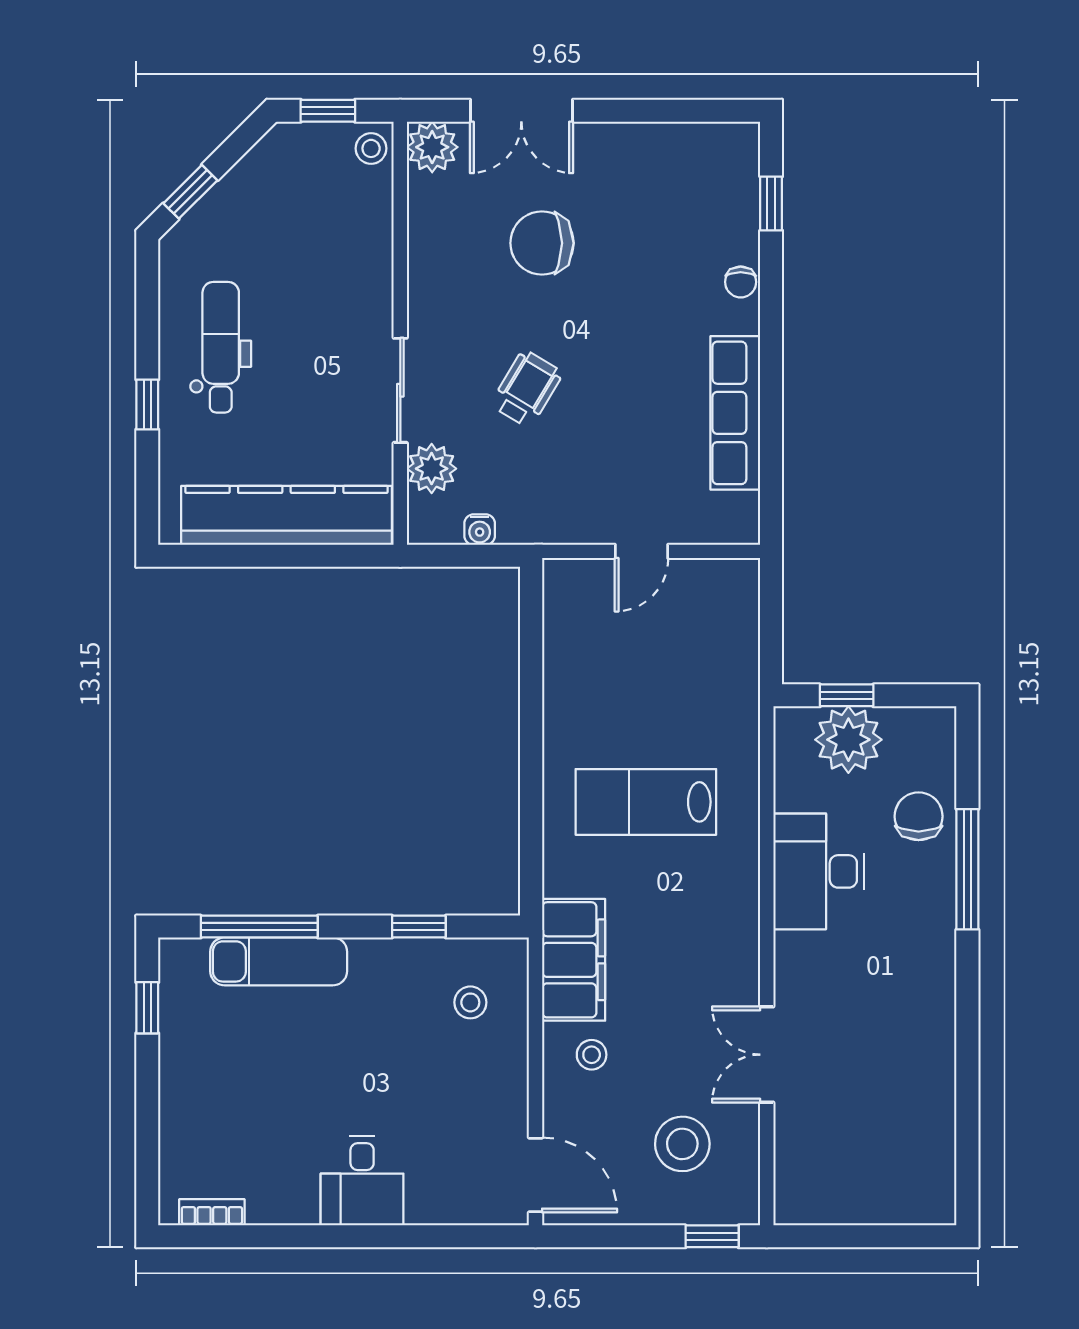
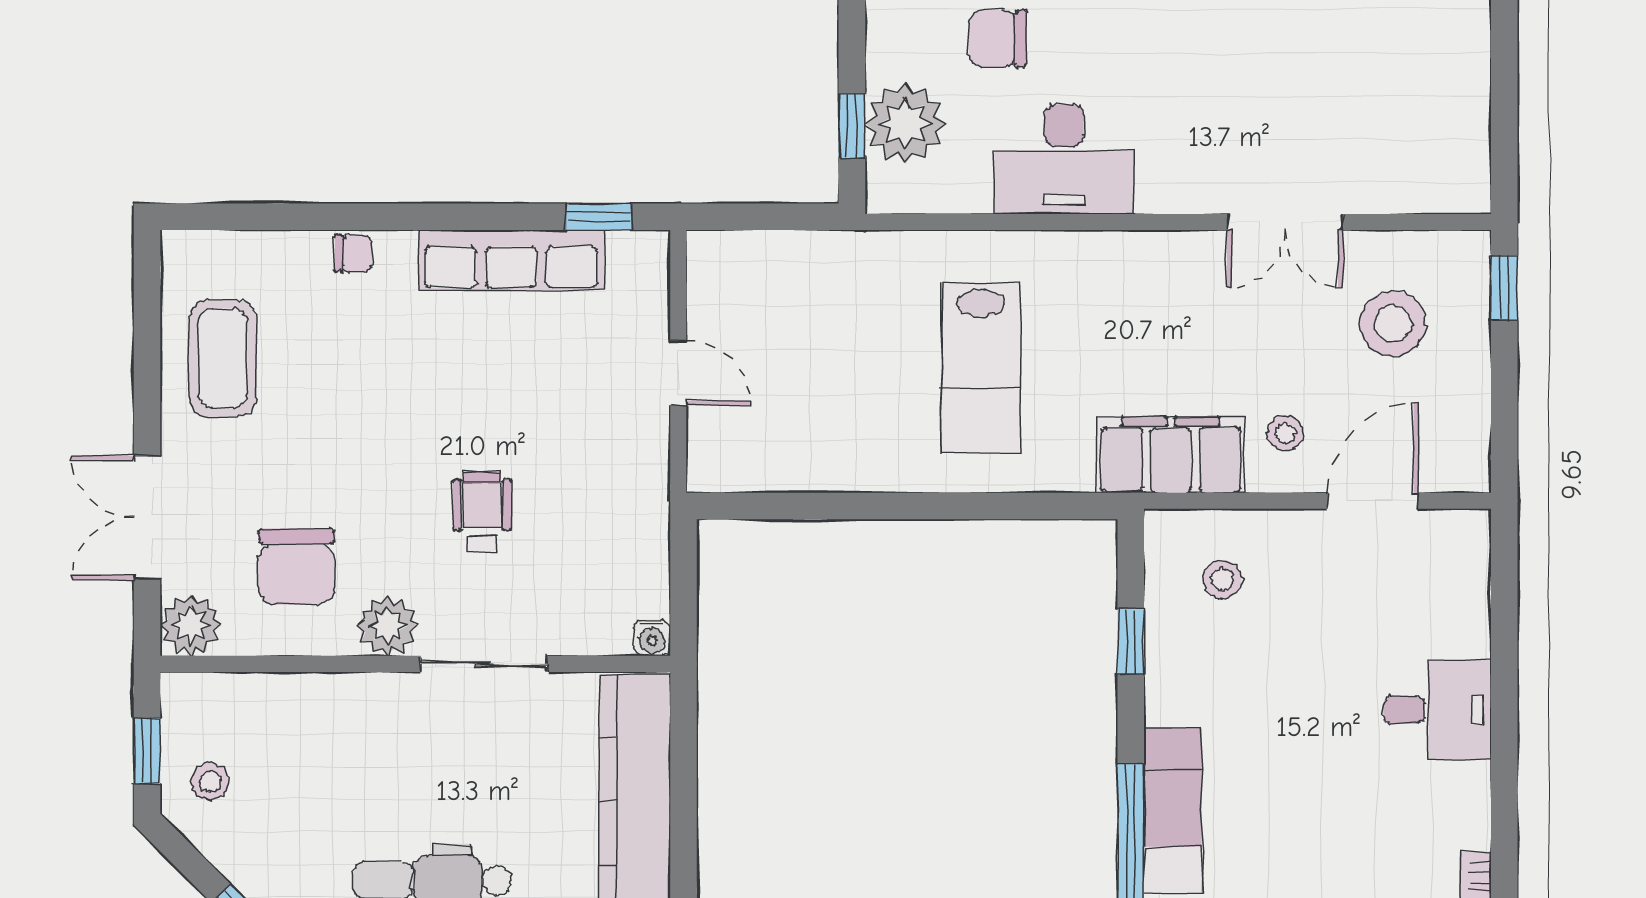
double door: (521, 111) -> (147, 518), swing flipped
stool: (371, 148) -> (210, 781), moved
coffee table: (654, 174) -> (223, 358), added
window: (771, 204) -> (599, 217), moved
chair: (542, 243) -> (296, 567), moved
wheelchair: (527, 389) -> (482, 511), turned 59
plant: (432, 469) -> (388, 626), moved
water cooler: (480, 530) -> (652, 638), moved, turned 90
door: (536, 1175) -> (1373, 501), moved

